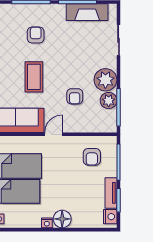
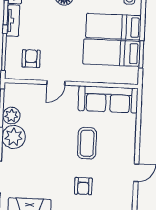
armchair: (75, 96) -> (46, 121), removed
door: (54, 134) -> (56, 83), moved

